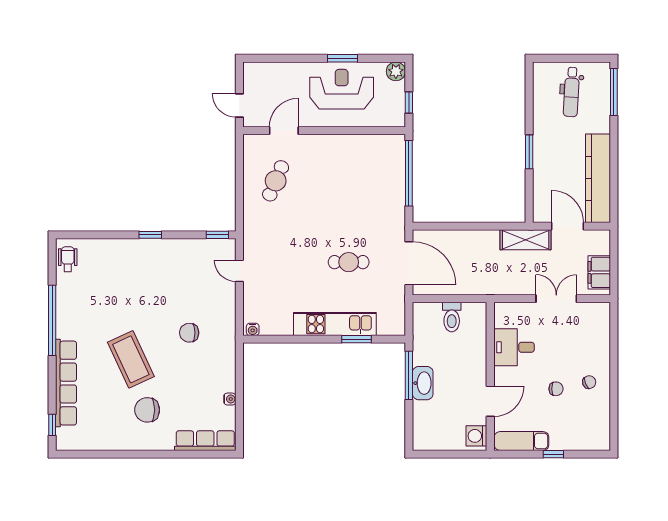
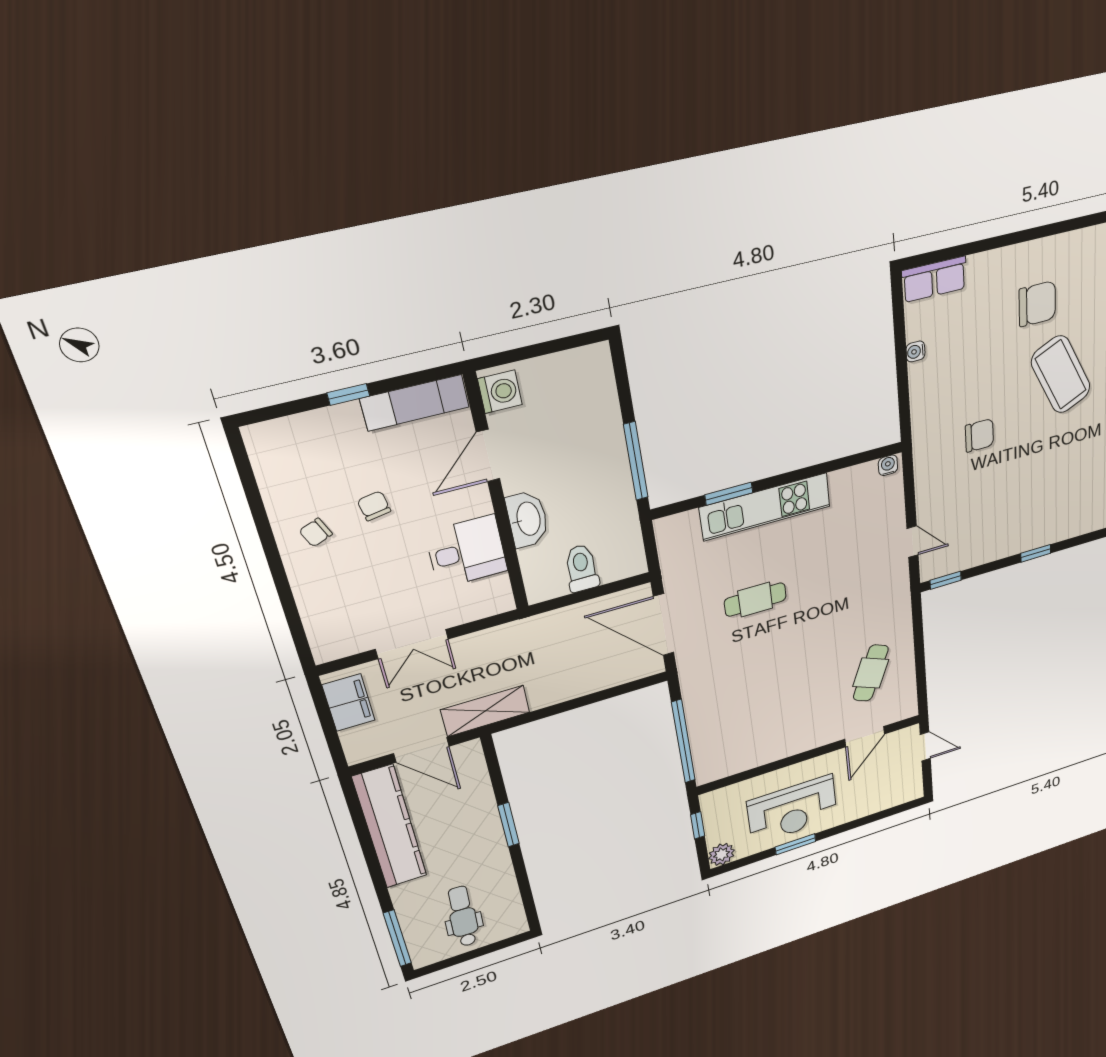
washbasin: (423, 383) -> (527, 519), moved, turned 180
chair: (556, 389) -> (374, 506), turned 80
row of seats: (205, 441) -> (934, 279), width x0.68

